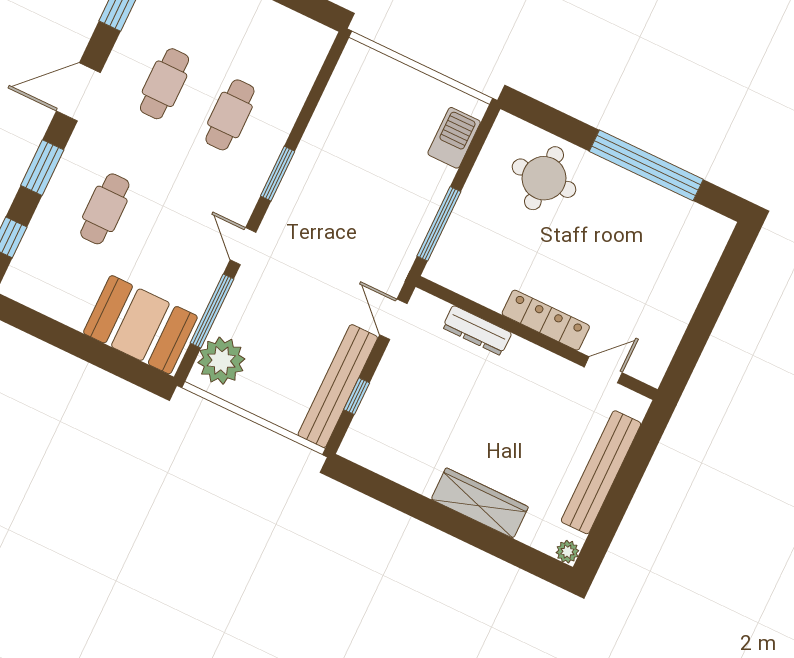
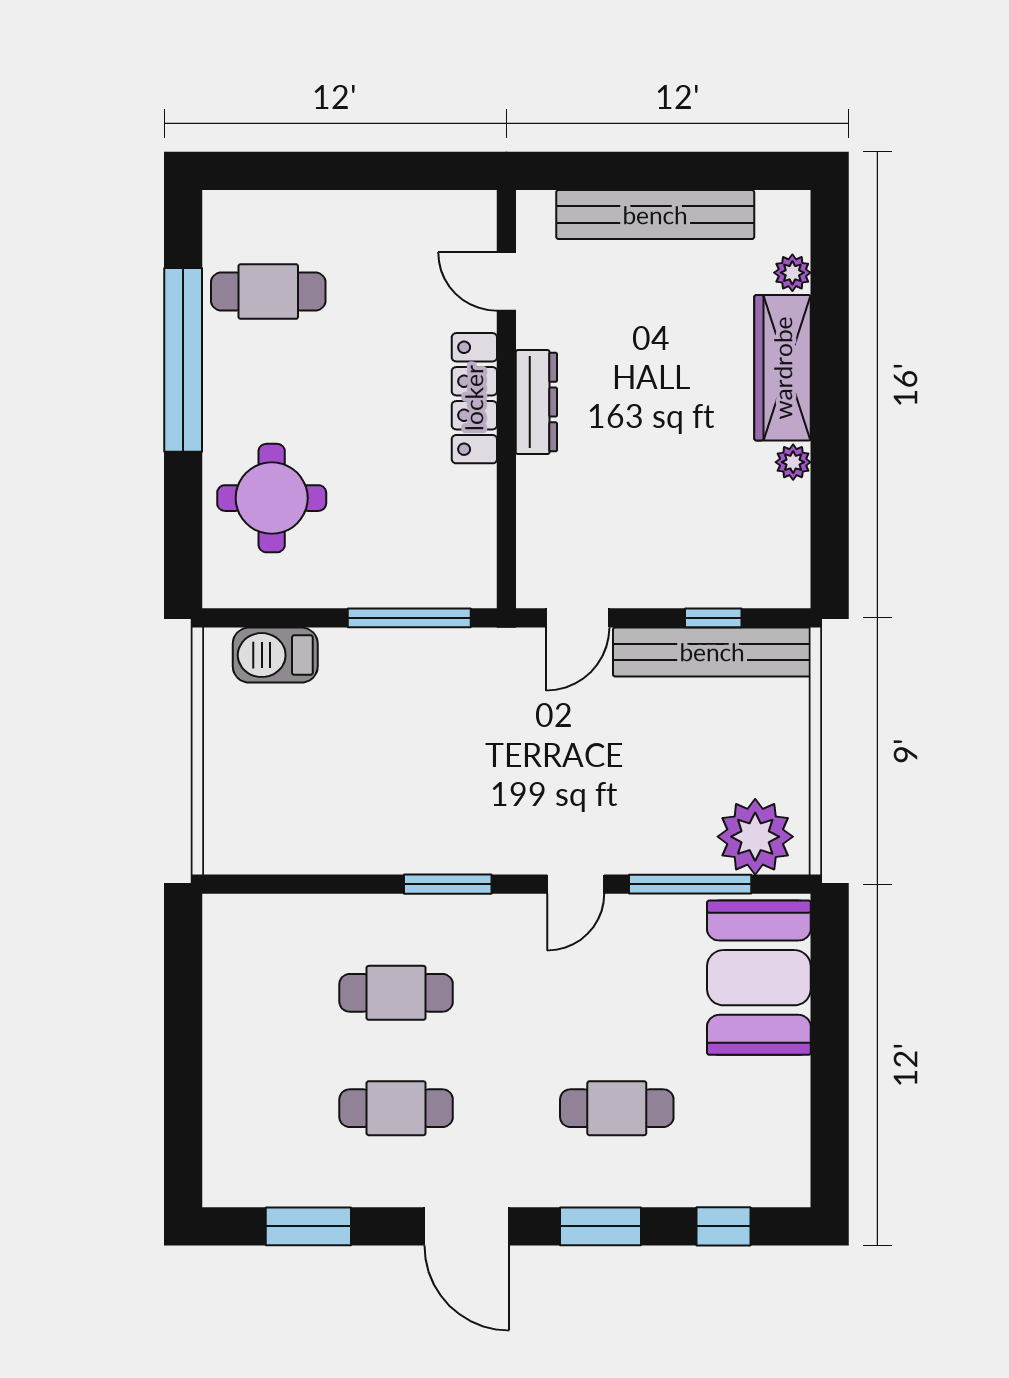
cafe table: (662, 232) -> (268, 291), added
dresser: (477, 330) -> (536, 402), moved
plant: (423, 483) -> (793, 462), added
plant: (567, 552) -> (792, 273), moved

